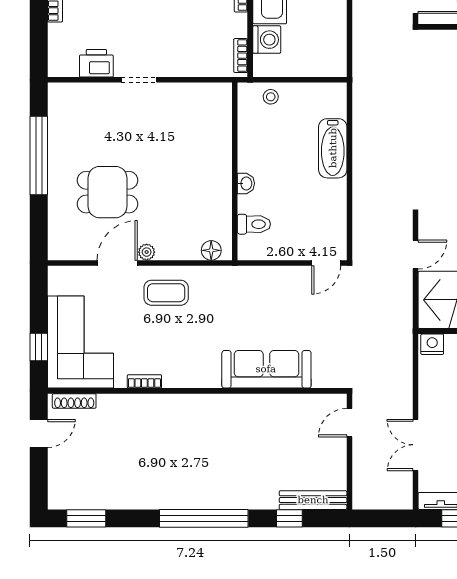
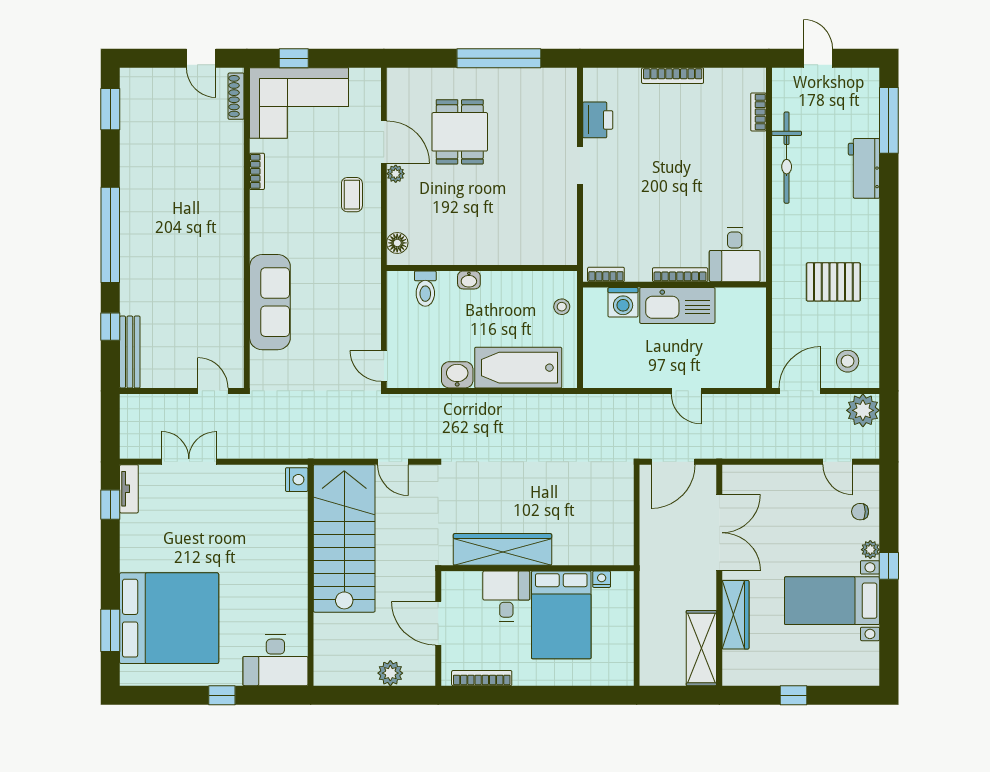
bathtub: (333, 148) -> (518, 368), width x1.36, depth x1.36
washbasin: (334, 194) -> (457, 375), added
coffee table: (166, 293) -> (352, 195), width x0.73, depth x0.77

